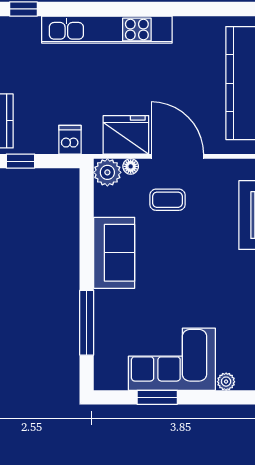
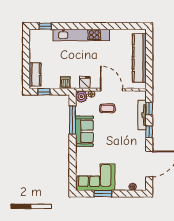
fridge: (126, 135) -> (85, 82), width x0.53, depth x0.75
window: (87, 323) -> (73, 120), moved
corner sofa: (172, 359) -> (96, 177), moved

